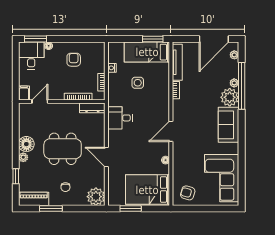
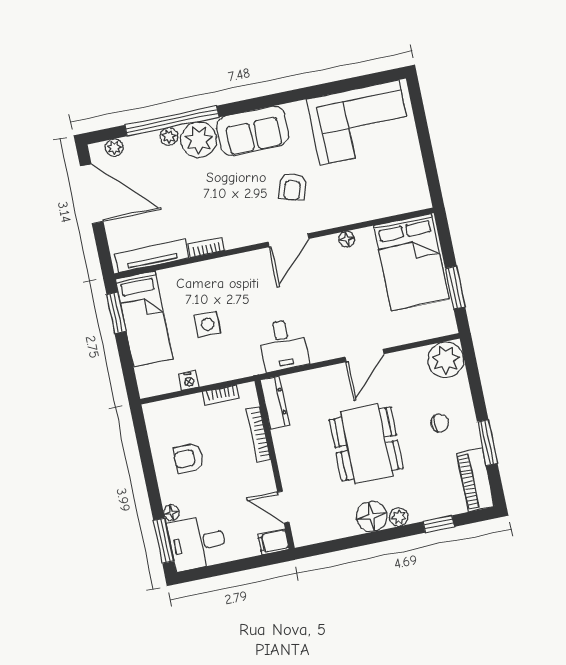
door: (171, 131) -> (289, 240), hinge flipped
armchair: (188, 193) -> (292, 187), moved

